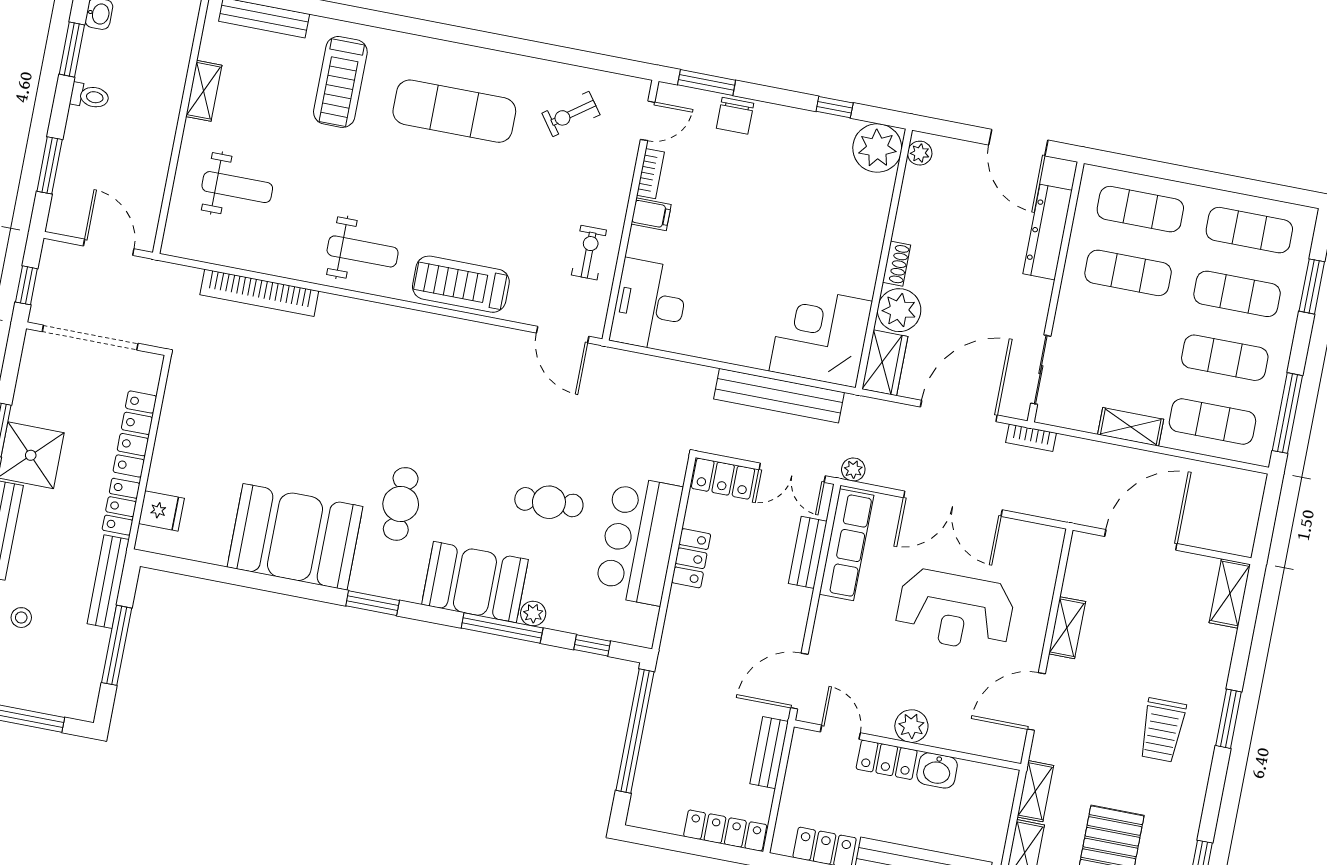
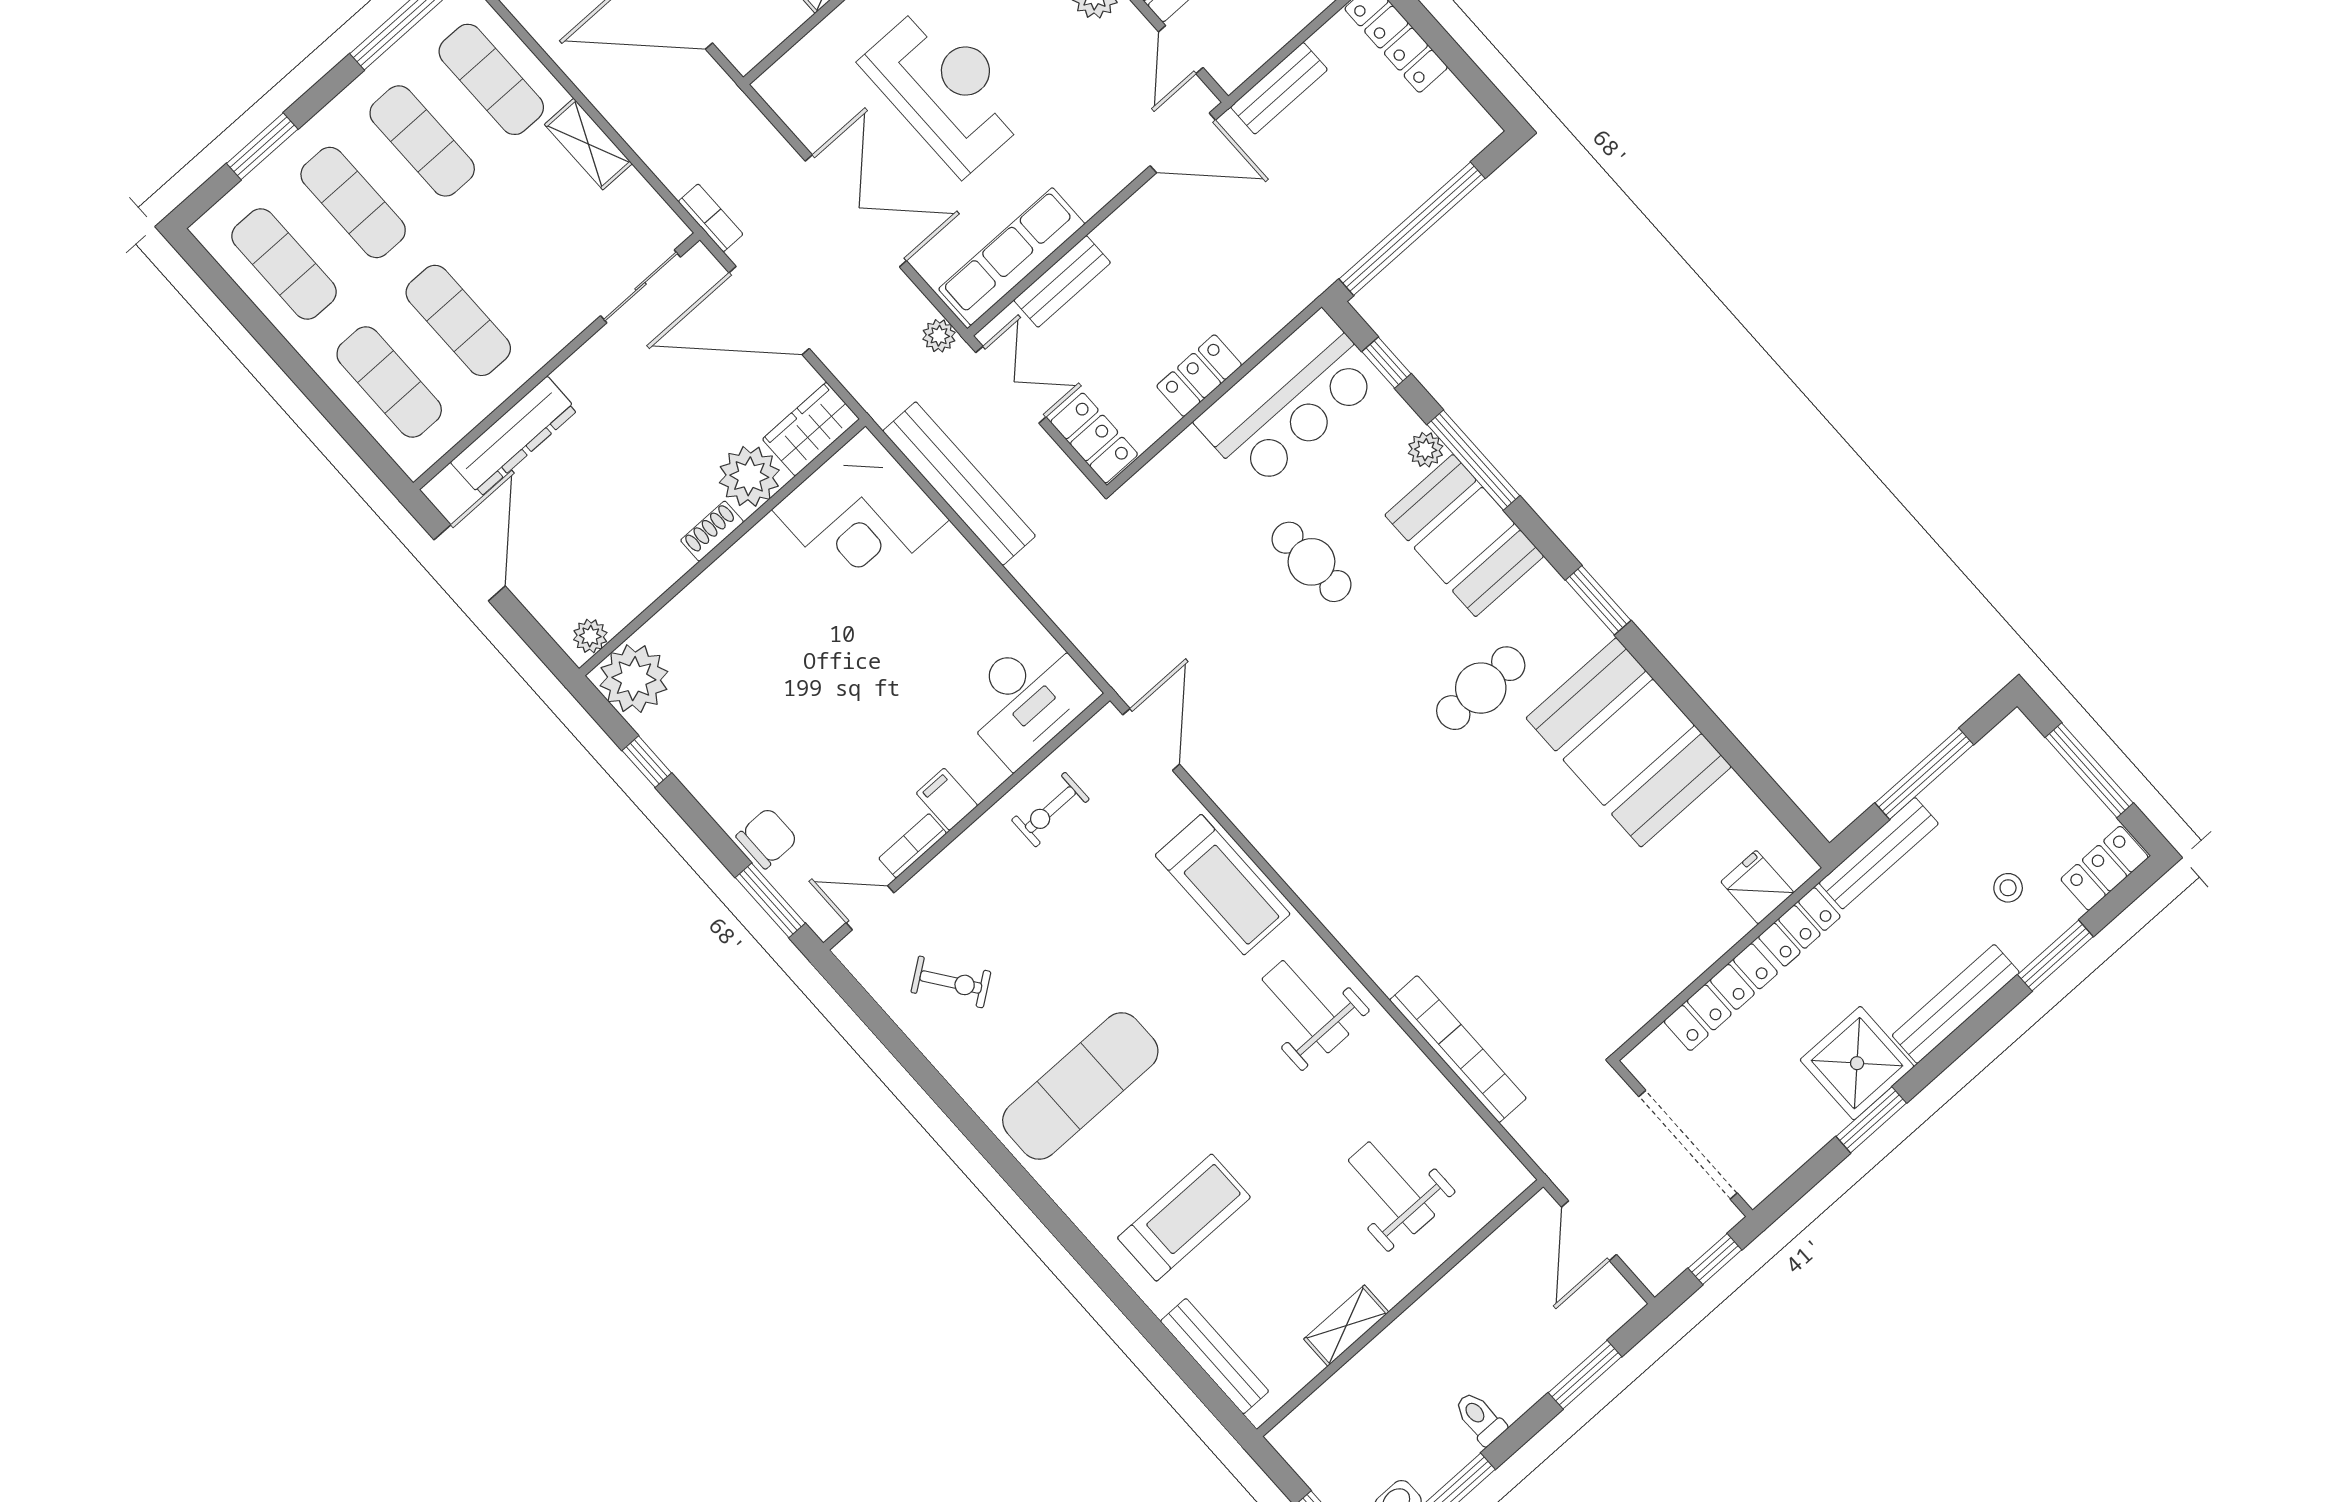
exercise mat: (454, 111) -> (1080, 1086), turned 90
bar counter: (639, 540) -> (1289, 400), moved

